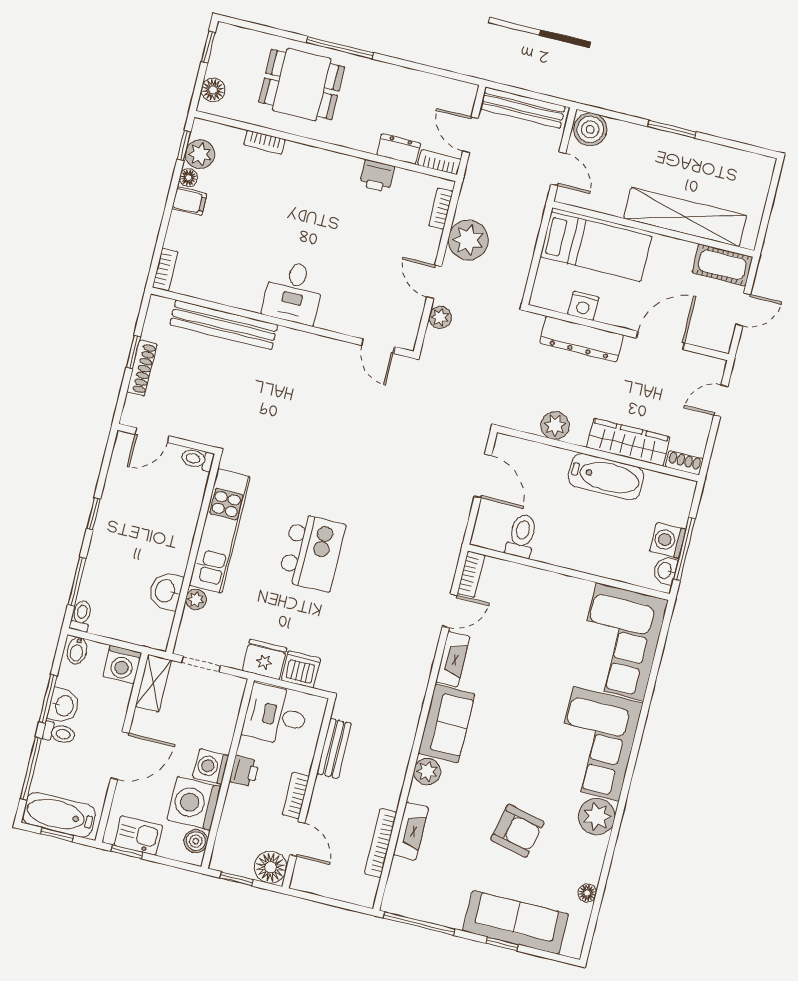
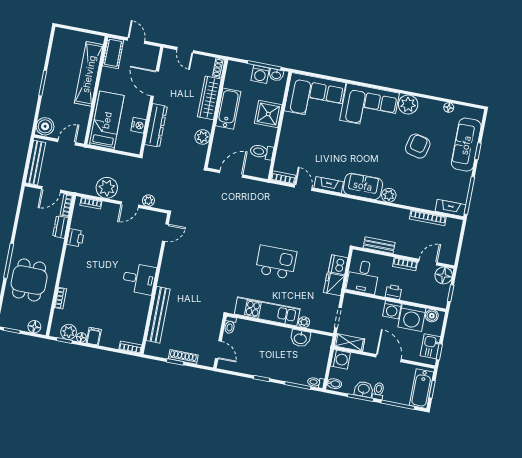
shower: (592, 552) -> (268, 114), added
fireplace: (411, 831) -> (450, 208), moved

